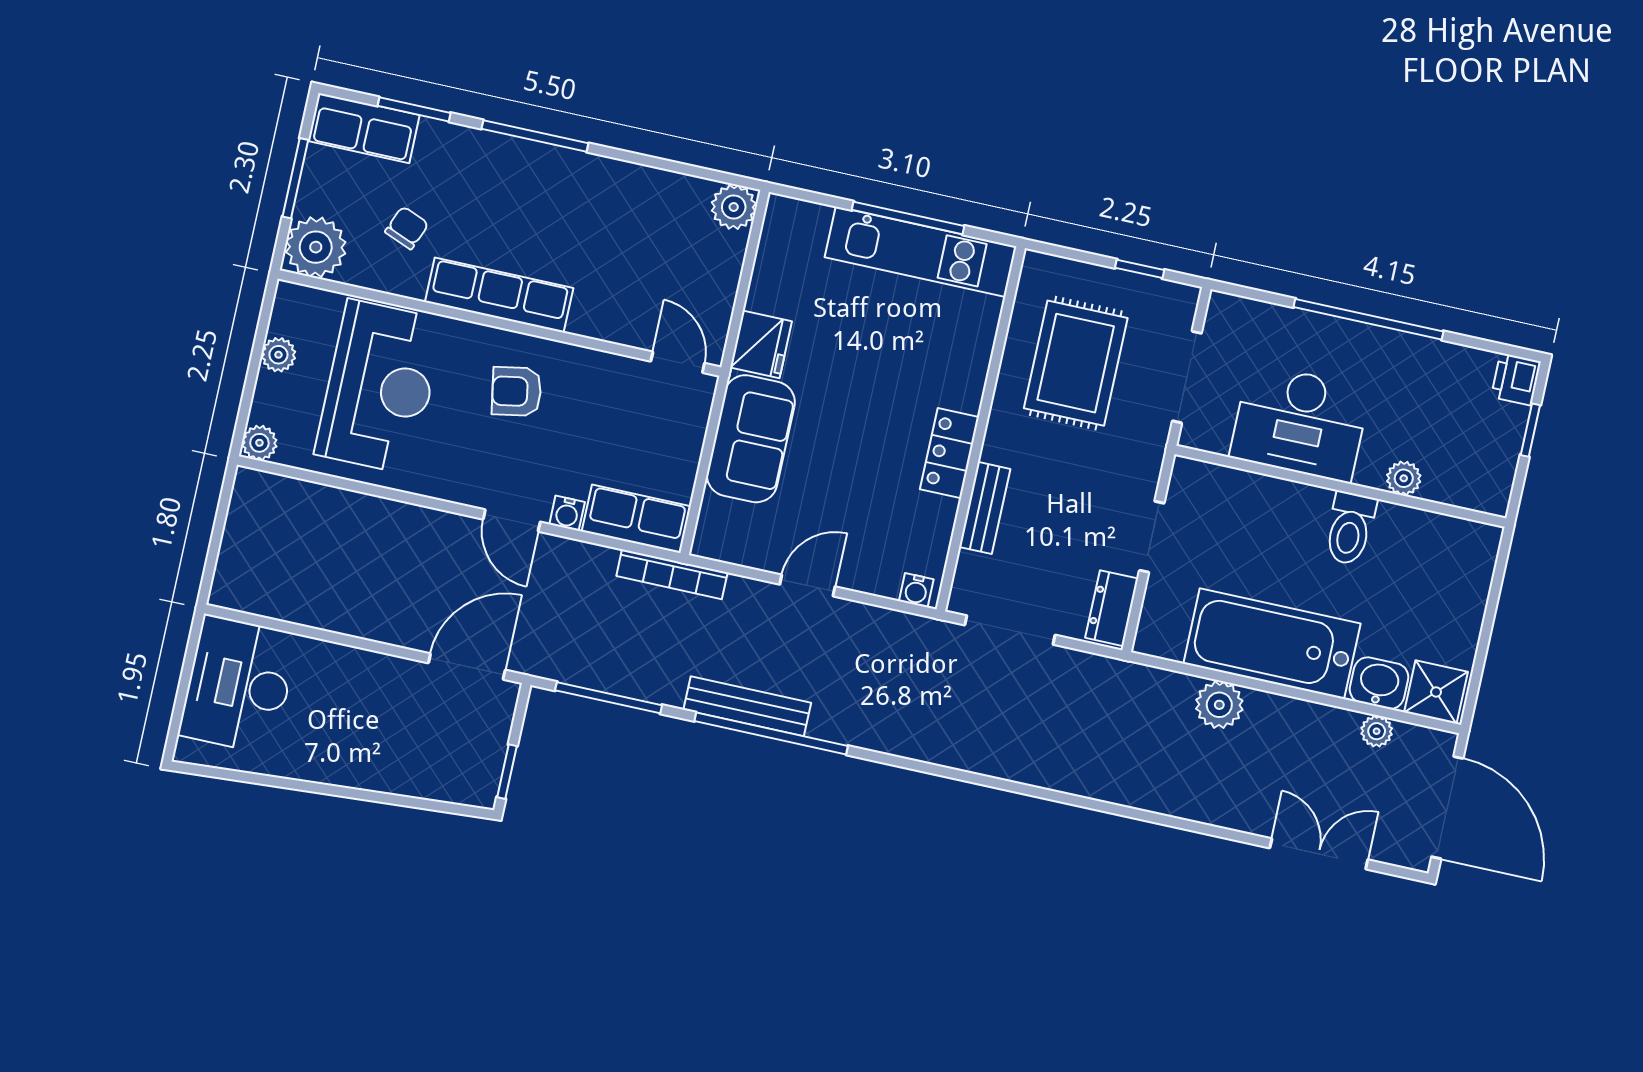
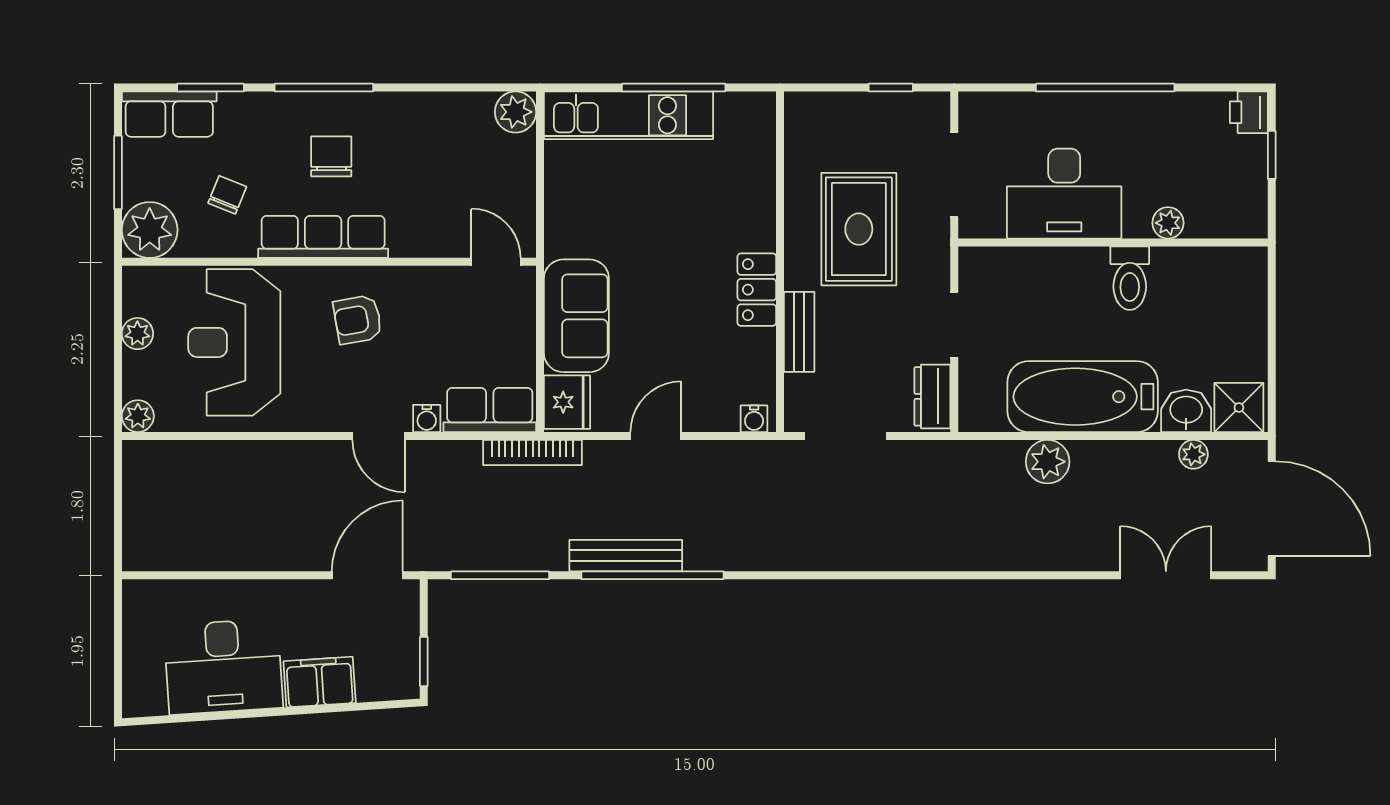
chair: (527, 211) -> (331, 156), added
kitchen unit: (921, 252) -> (628, 115), moved
fridge: (761, 344) -> (567, 402), moved
rug: (1076, 363) -> (859, 229), moved
reception desk: (380, 387) -> (234, 342), turned 180
desk: (239, 685) -> (223, 667), moved, turned -94
filing cabinet: (391, 769) -> (320, 682), added

